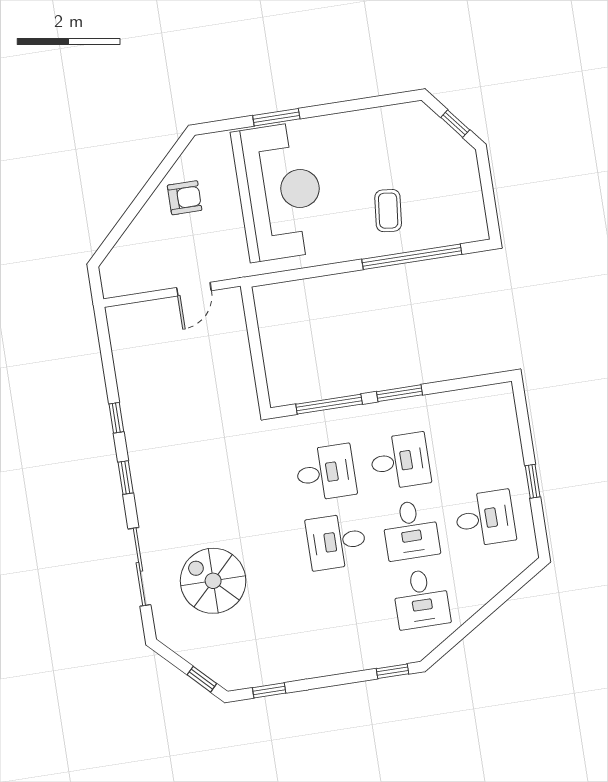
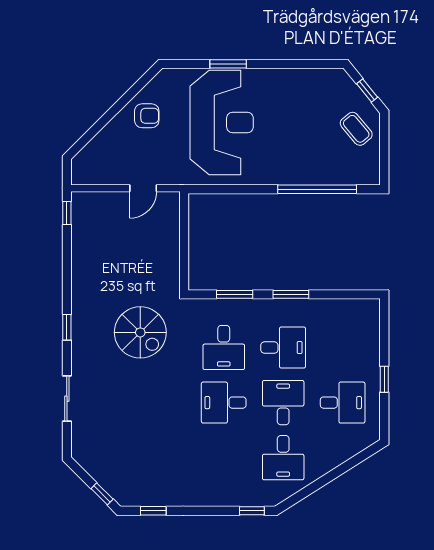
coffee table: (388, 211) -> (356, 129), moved, turned -46
window: (329, 404) -> (235, 294), width x0.69
window: (116, 418) -> (67, 213), moved
desk: (326, 473) -> (224, 348), turned 90
desk: (411, 530) -> (283, 403), turned 180
sliding door: (139, 567) -> (67, 399), width x0.73
spiral stairs: (213, 581) -> (140, 332), moved, turned 180

